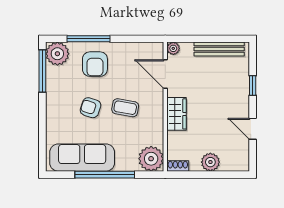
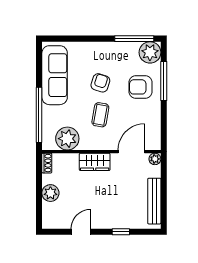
plant: (151, 159) -> (67, 139), moved
window: (105, 175) -> (39, 115), moved

